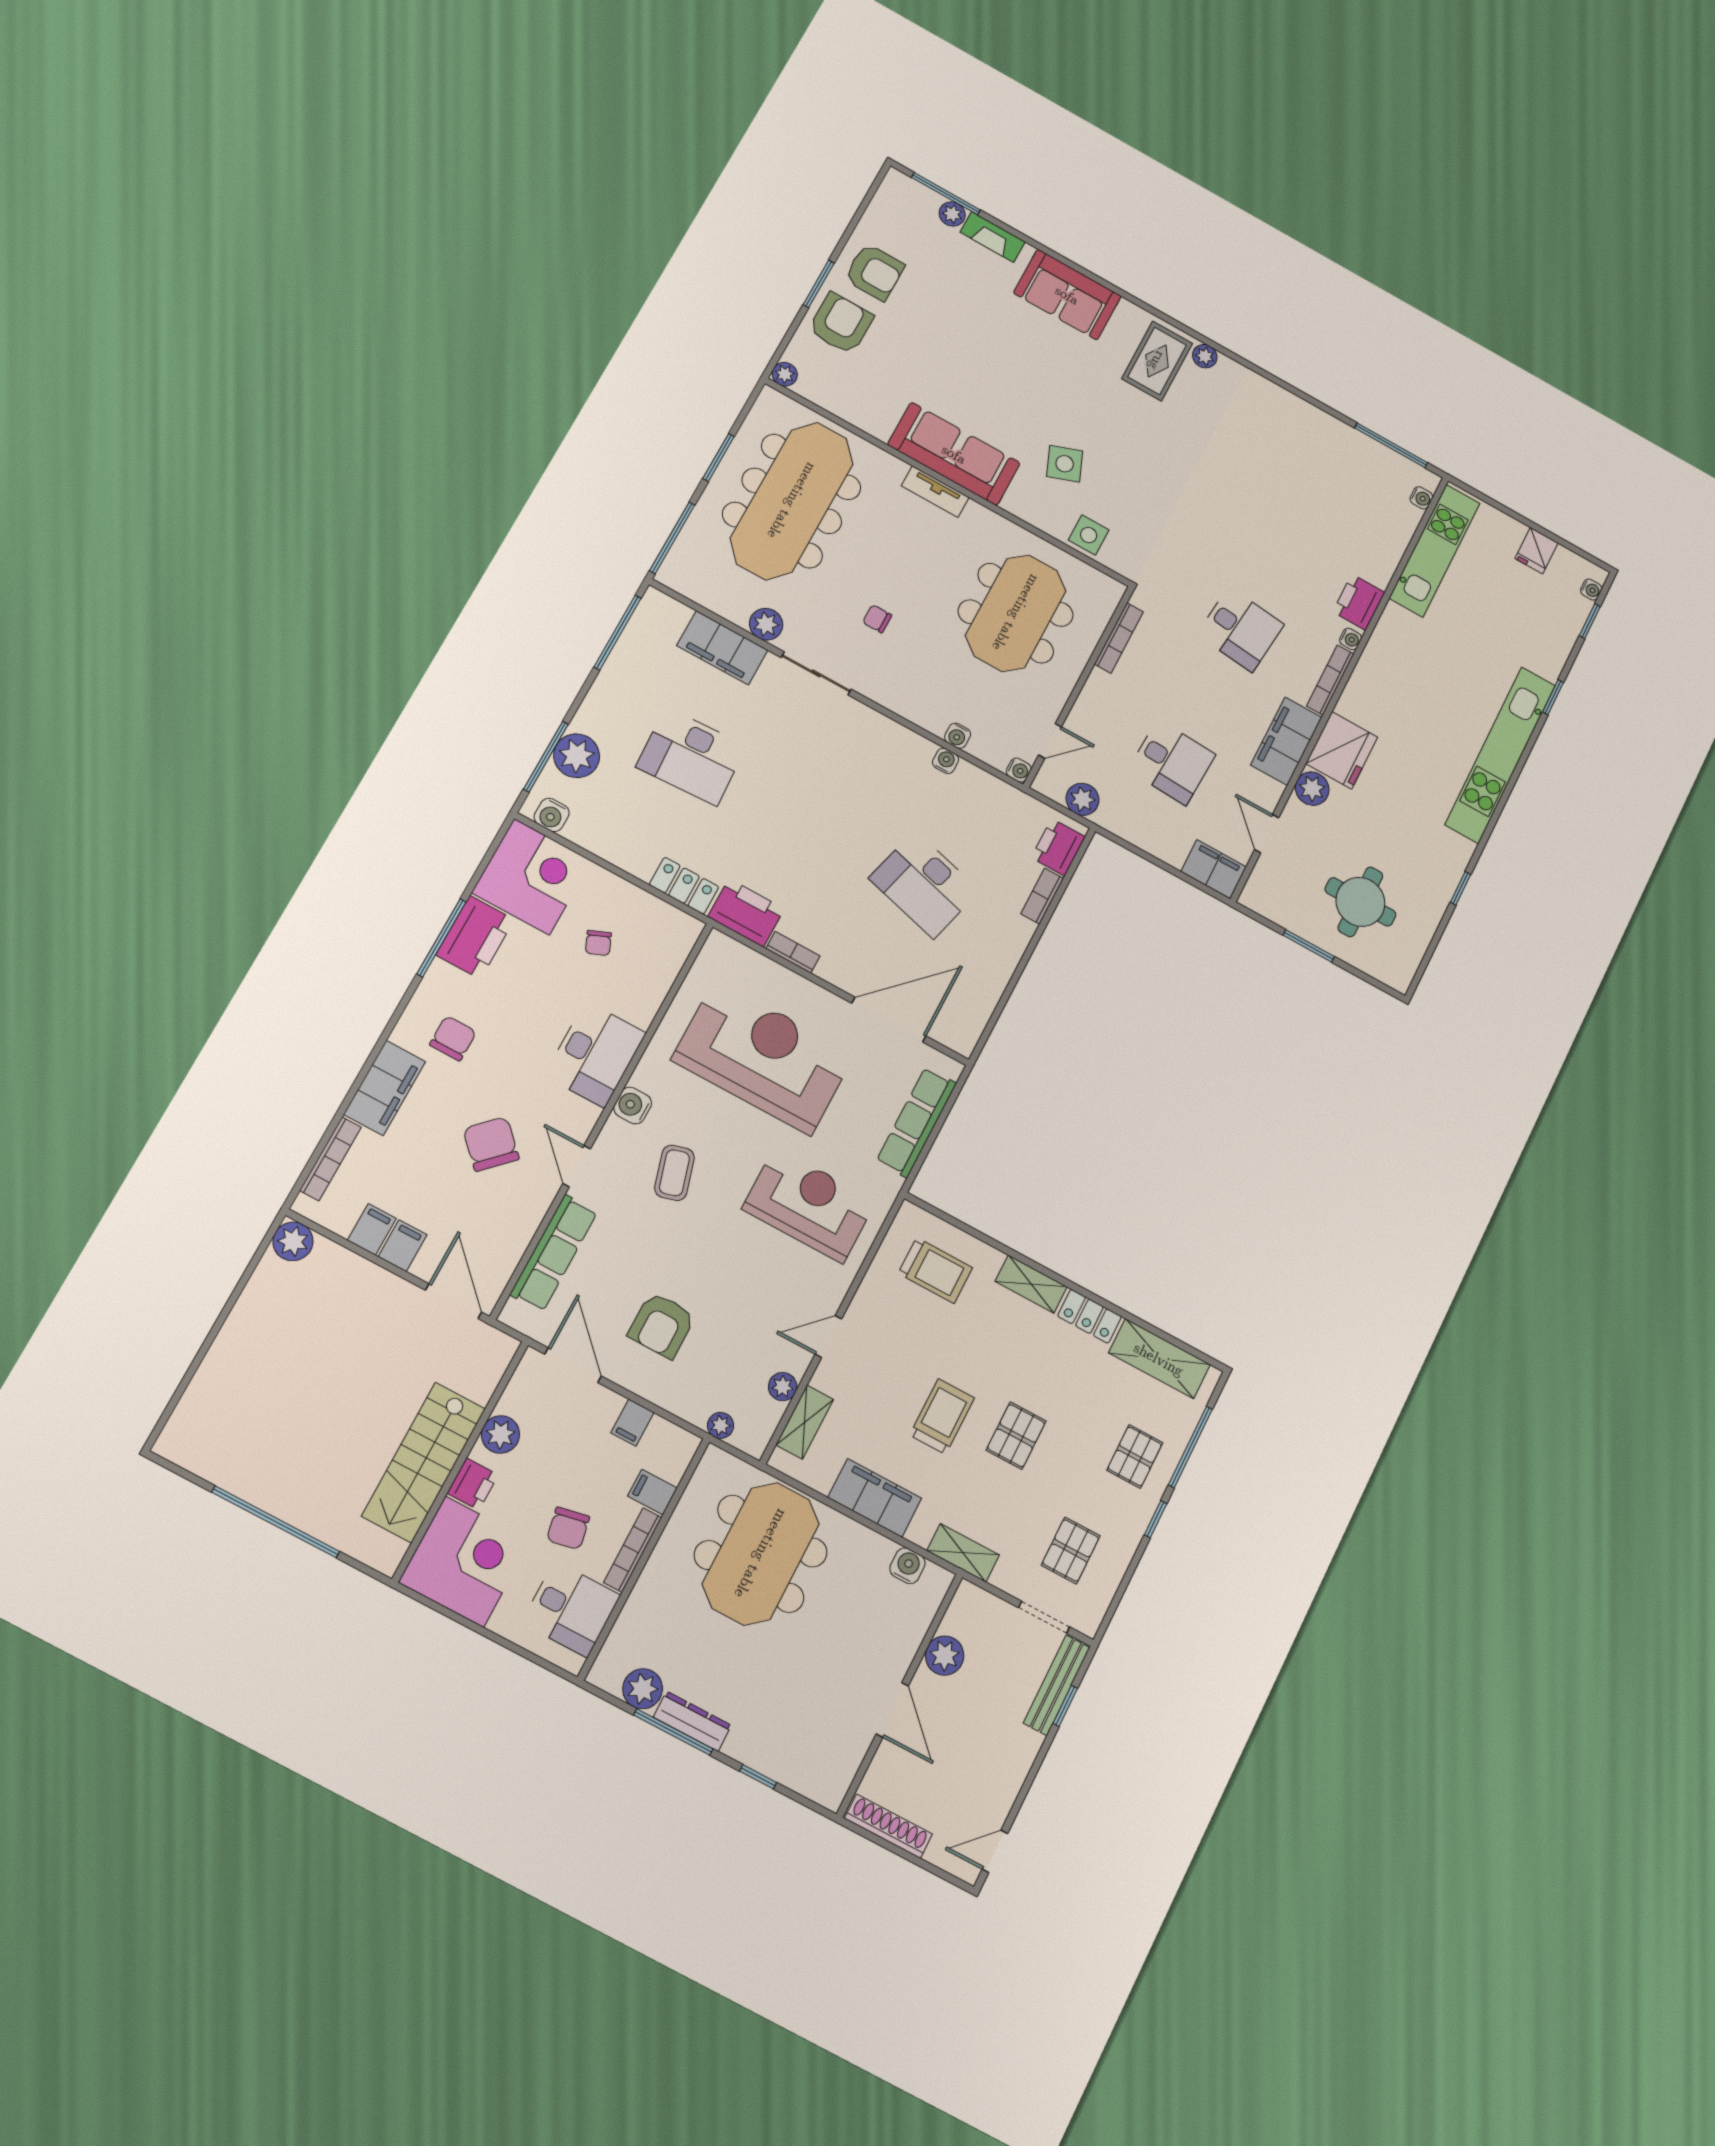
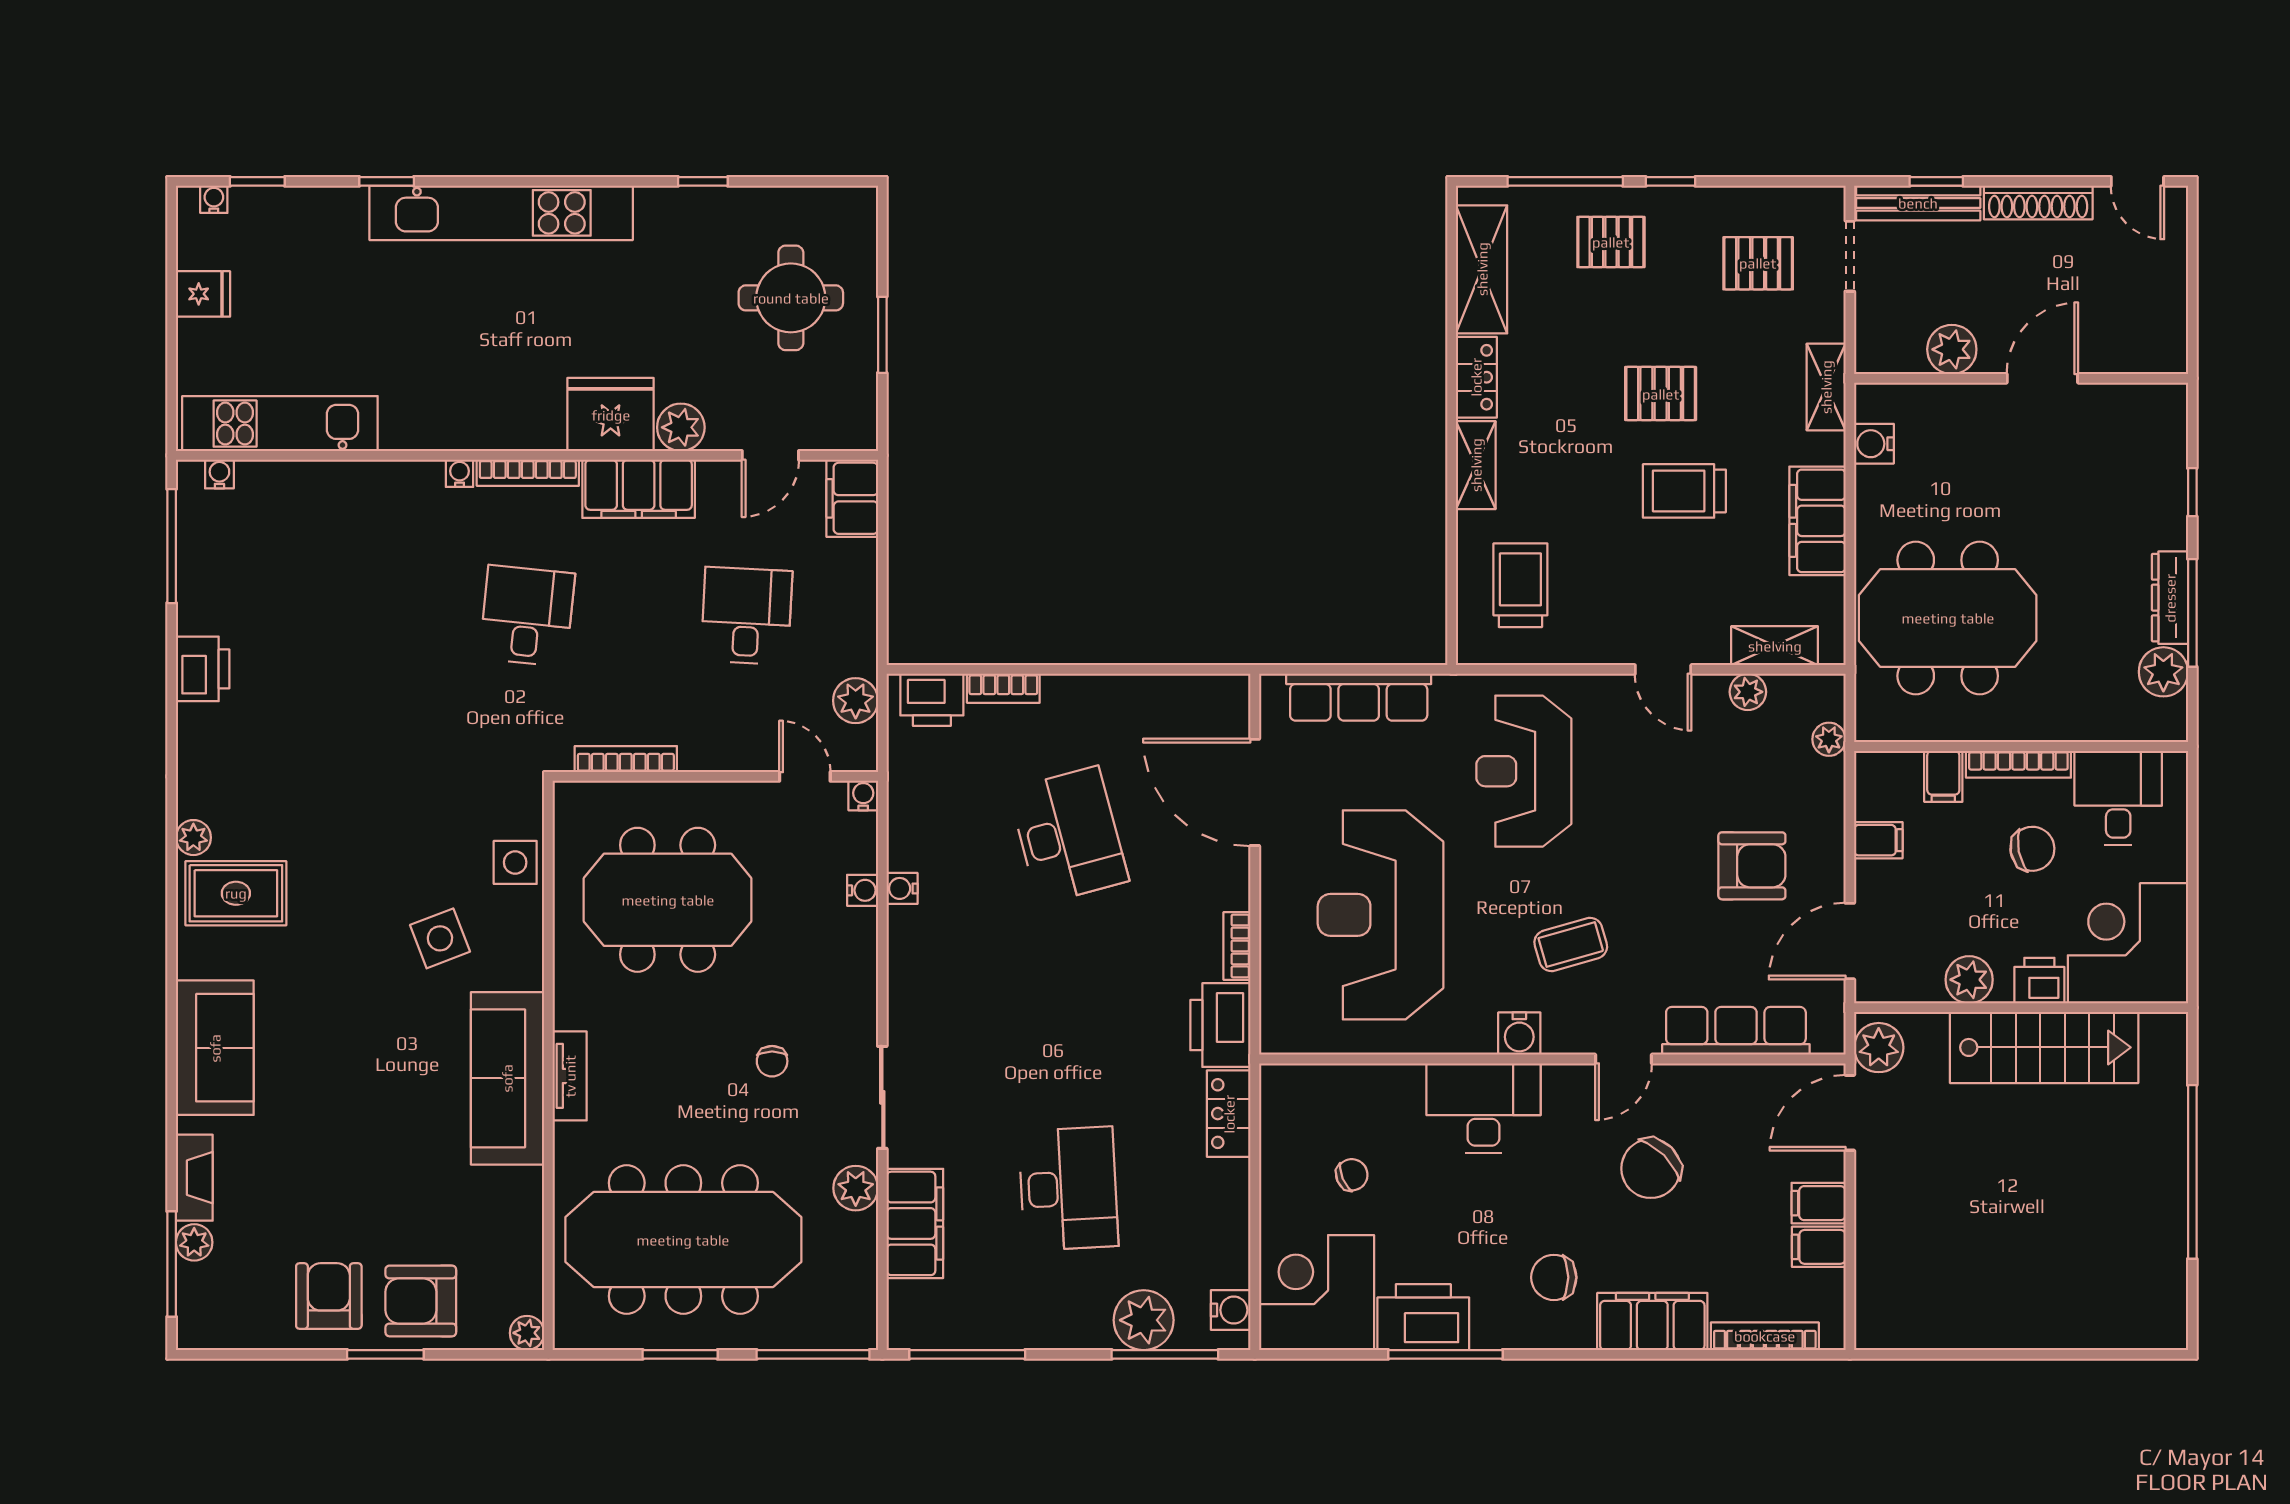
printer: (1359, 602) -> (203, 669), moved, turned -90
desk: (924, 885) -> (1069, 835), turned -30
plant: (293, 1241) -> (1879, 1048), moved
shoe rack: (889, 1826) -> (2038, 202), moved, turned -90

